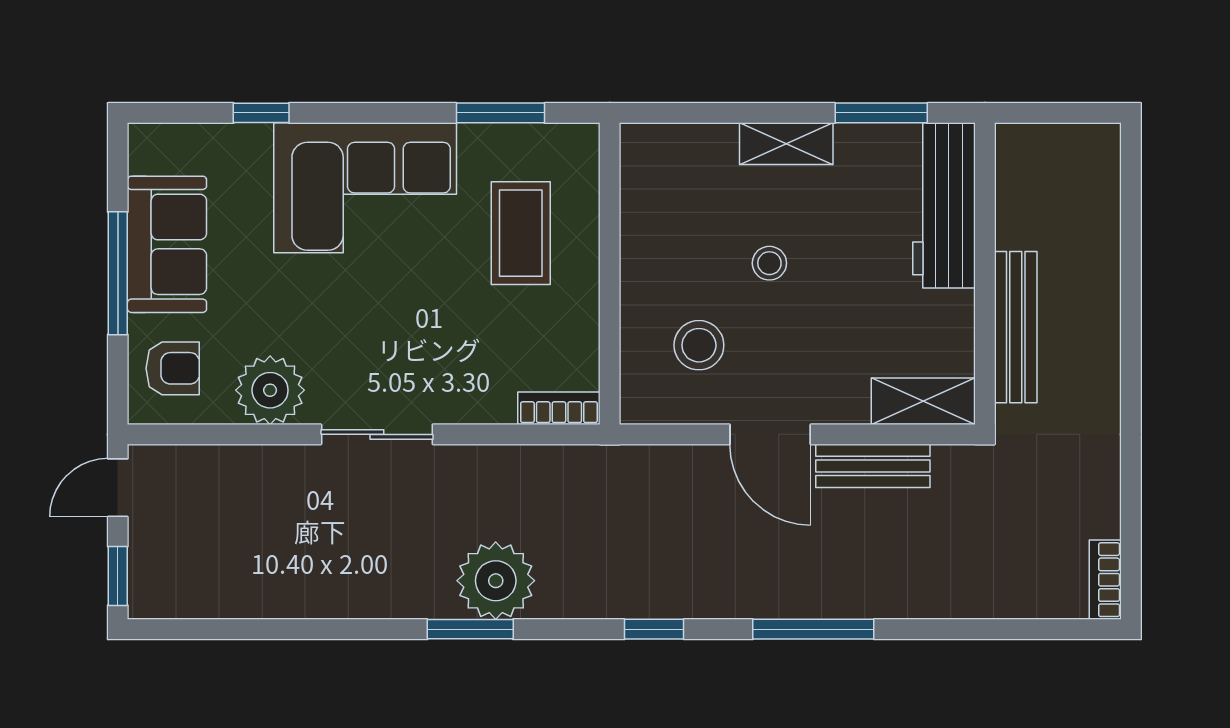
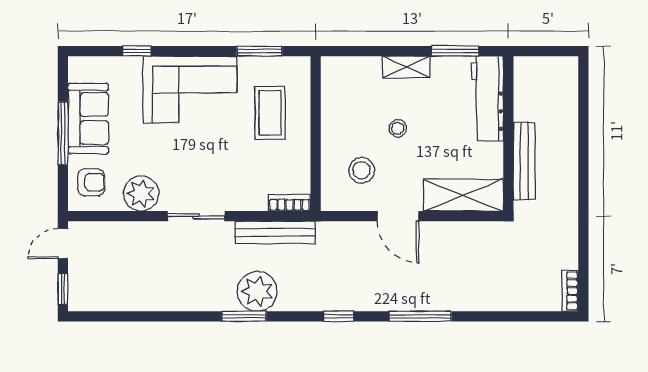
shelving: (923, 401) -> (463, 195), width x1.50, depth x1.33
bench: (873, 466) -> (275, 232), moved, width x1.36

